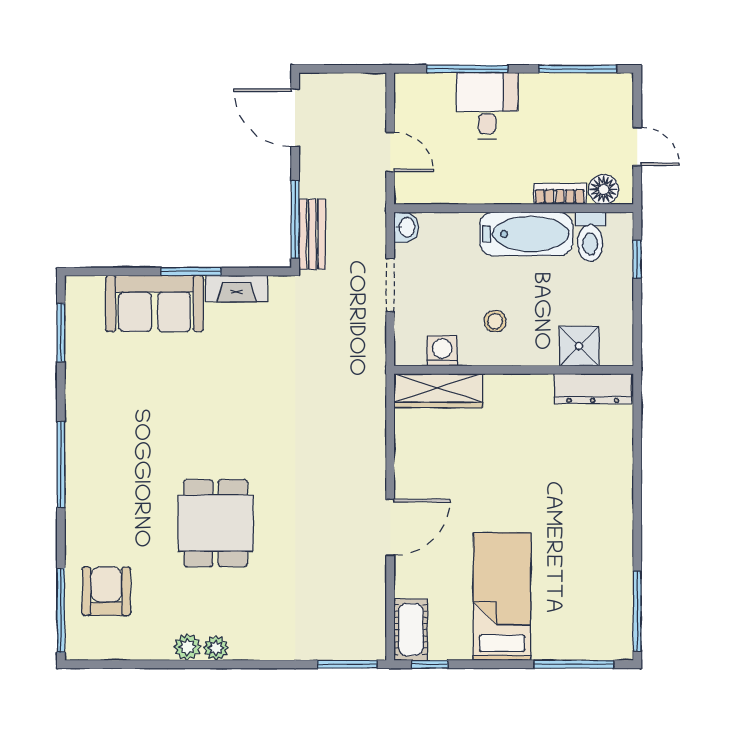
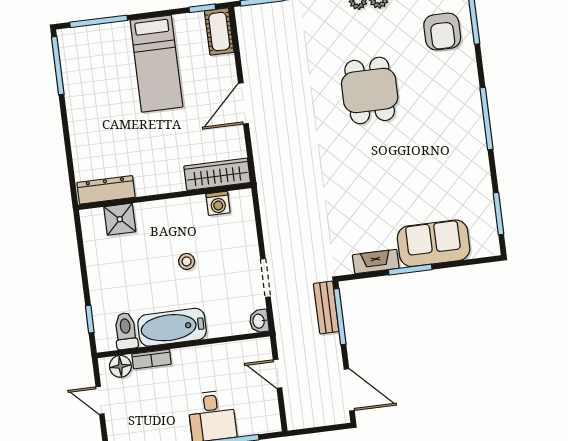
shower: (579, 346) -> (120, 219), moved
washing machine: (442, 351) -> (218, 203), moved
wall: (514, 370) -> (165, 196), moved
dresser: (593, 389) -> (106, 190), moved
wardrobe: (438, 391) -> (217, 174), moved

